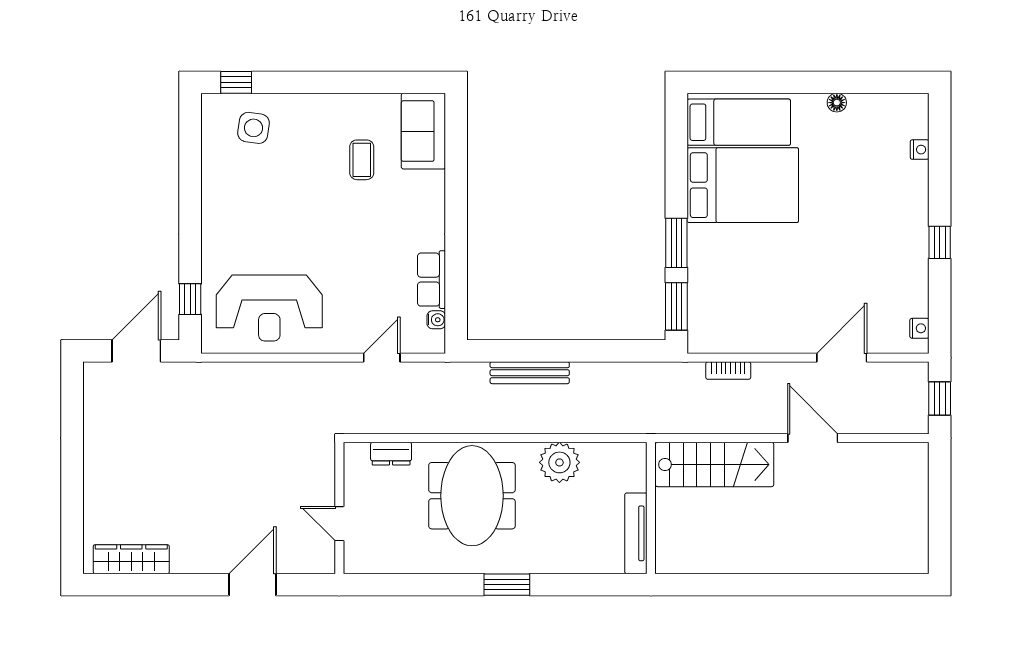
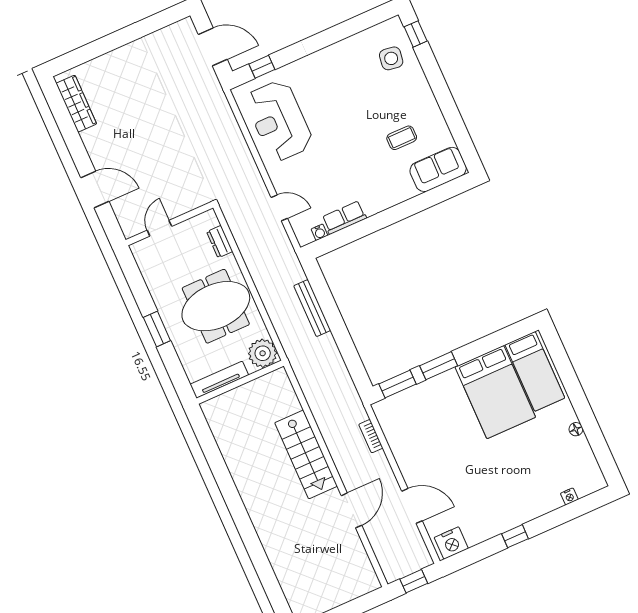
nightstand: (919, 328) -> (451, 543), width x1.89, depth x1.79
wall: (651, 508) -> (240, 382), moved
tv unit: (636, 533) -> (219, 380), moved
window: (507, 585) -> (157, 329), moved

